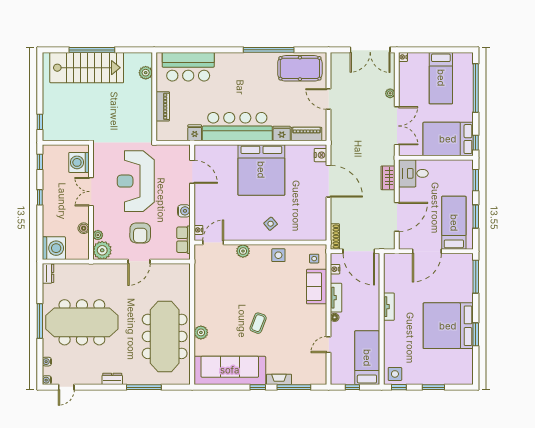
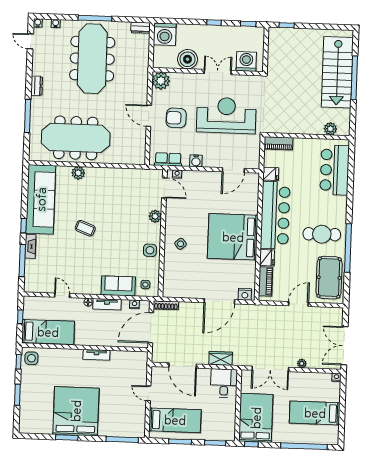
cafe table: (255, 78) -> (322, 234), added
piano: (163, 106) -> (278, 143), moved
boiler: (84, 228) -> (187, 59), width x1.86, depth x1.86
plant: (98, 235) -> (176, 77), removed
door: (427, 251) -> (148, 393), width x0.53

